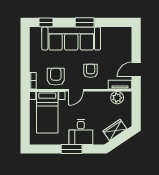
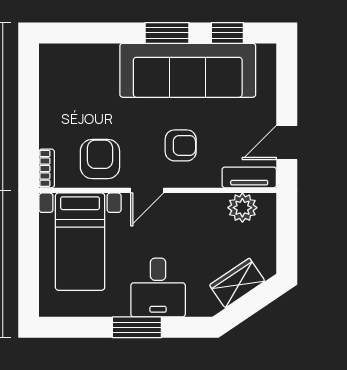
window: (46, 22) -> (227, 33), moved
sofa: (71, 38) -> (188, 70), moved
armchair: (91, 71) -> (181, 145), turned 90

